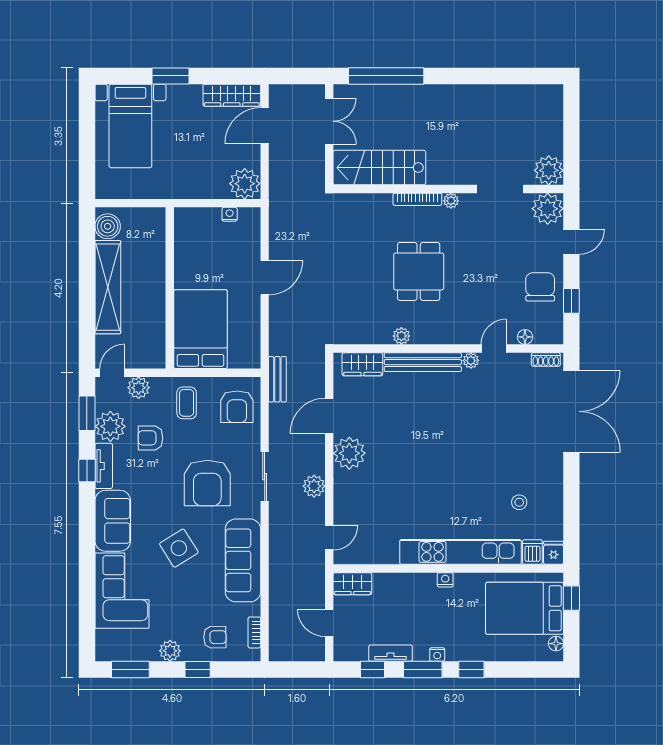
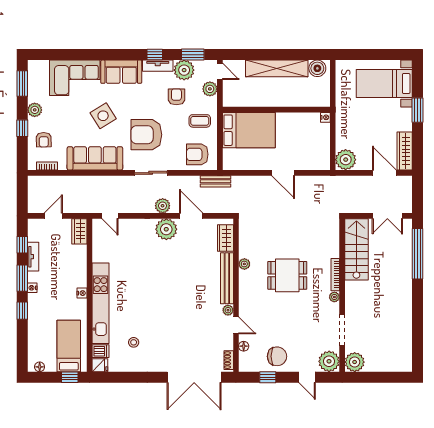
nightstand: (230, 214) -> (325, 117), moved
plant: (314, 486) -> (163, 206), moved
bed: (525, 608) -> (69, 346), width x0.67

